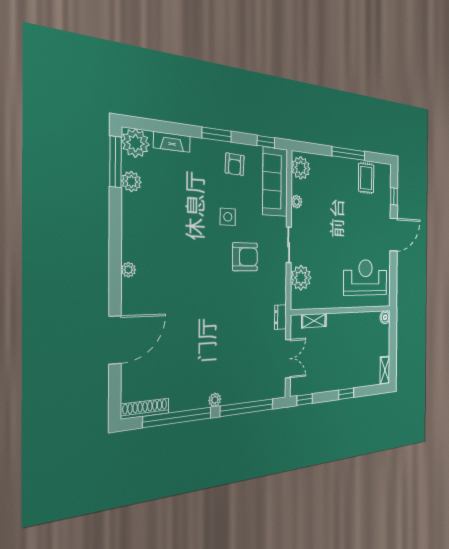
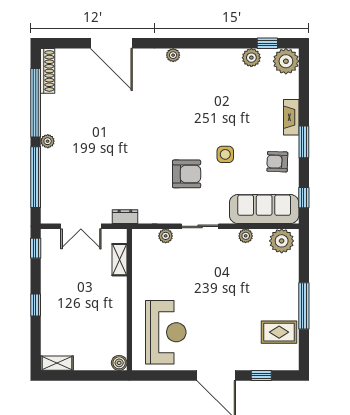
fireplace: (172, 142) -> (291, 117), moved
window: (116, 162) -> (267, 43), width x0.46
armchair: (245, 257) -> (187, 174), turned -90
plant: (301, 278) -> (166, 236), width x0.53, depth x0.53

